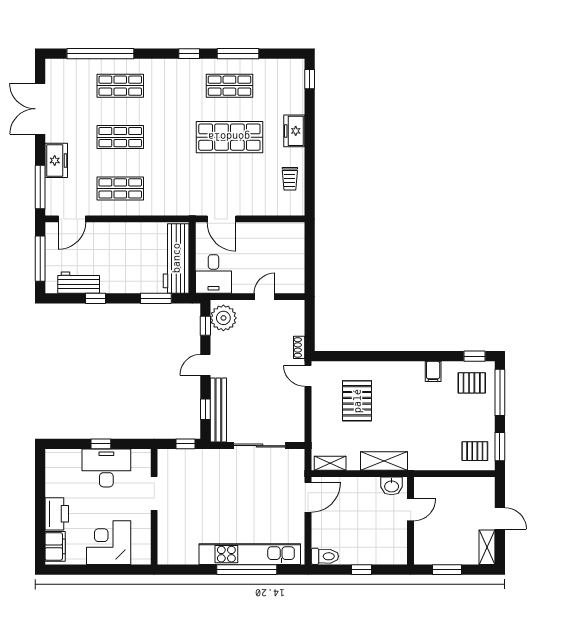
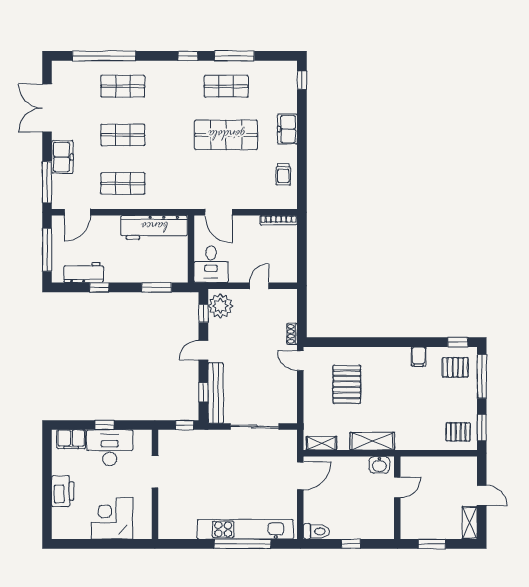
bookcase: (285, 227) -> (279, 220), added
workbench: (176, 258) -> (154, 227), moved, turned -90
filing cabinet: (55, 546) -> (71, 439), moved, turned 90

